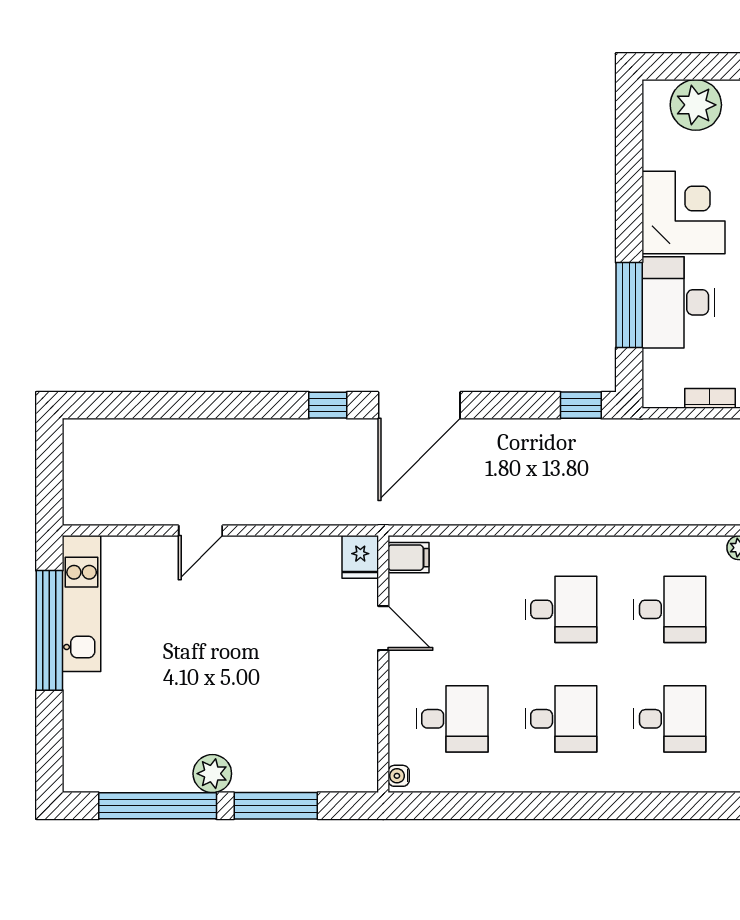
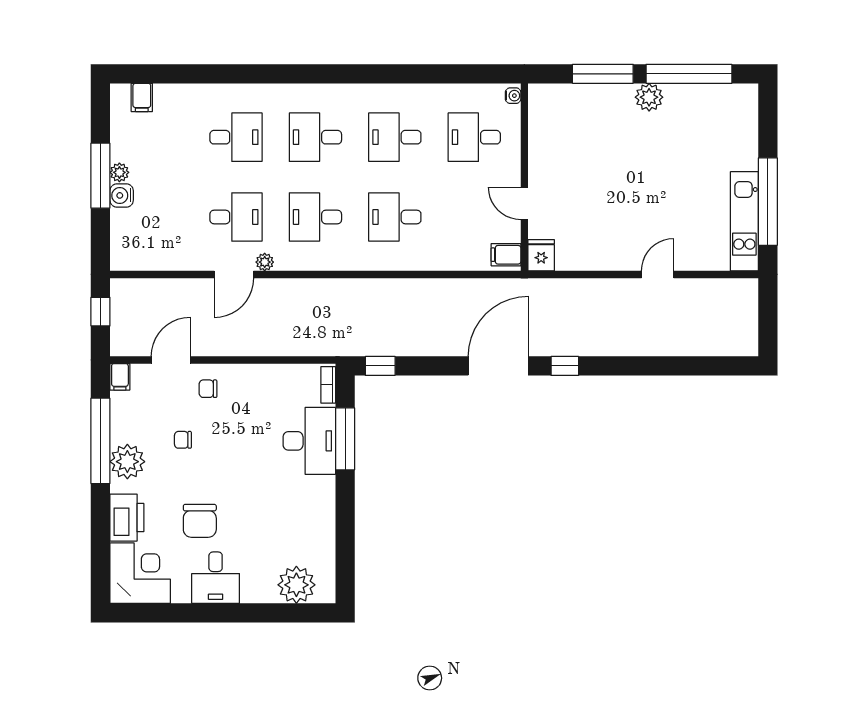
corner desk: (683, 213) -> (305, 506), removed
bookcase: (710, 398) -> (328, 385), moved, turned 90

